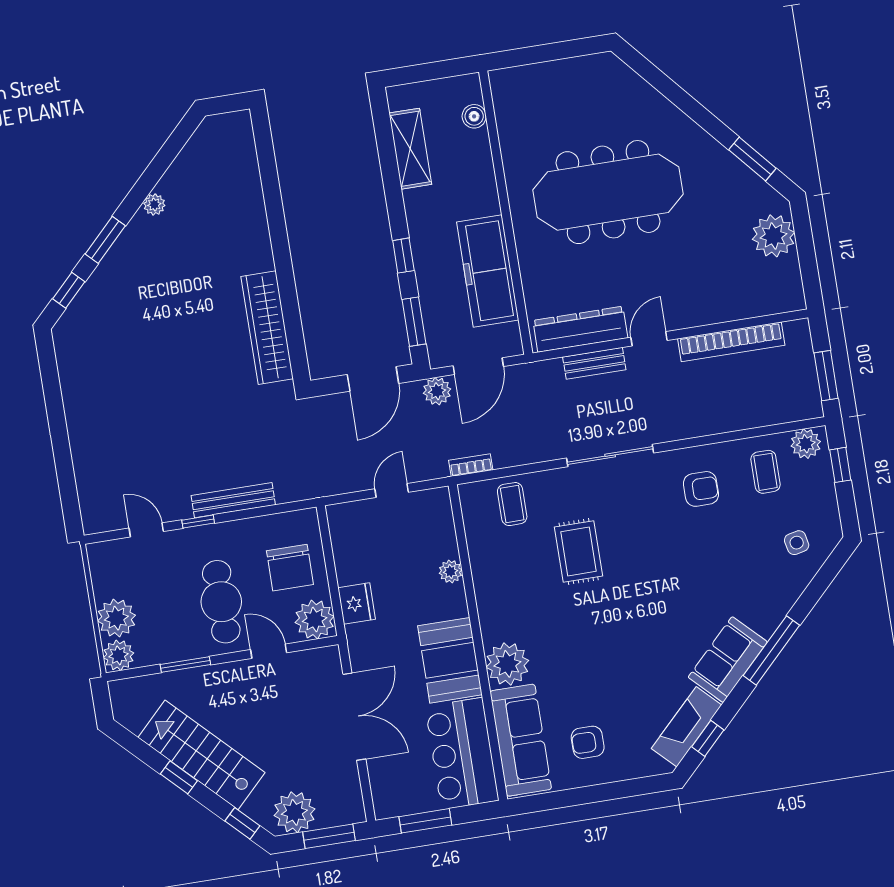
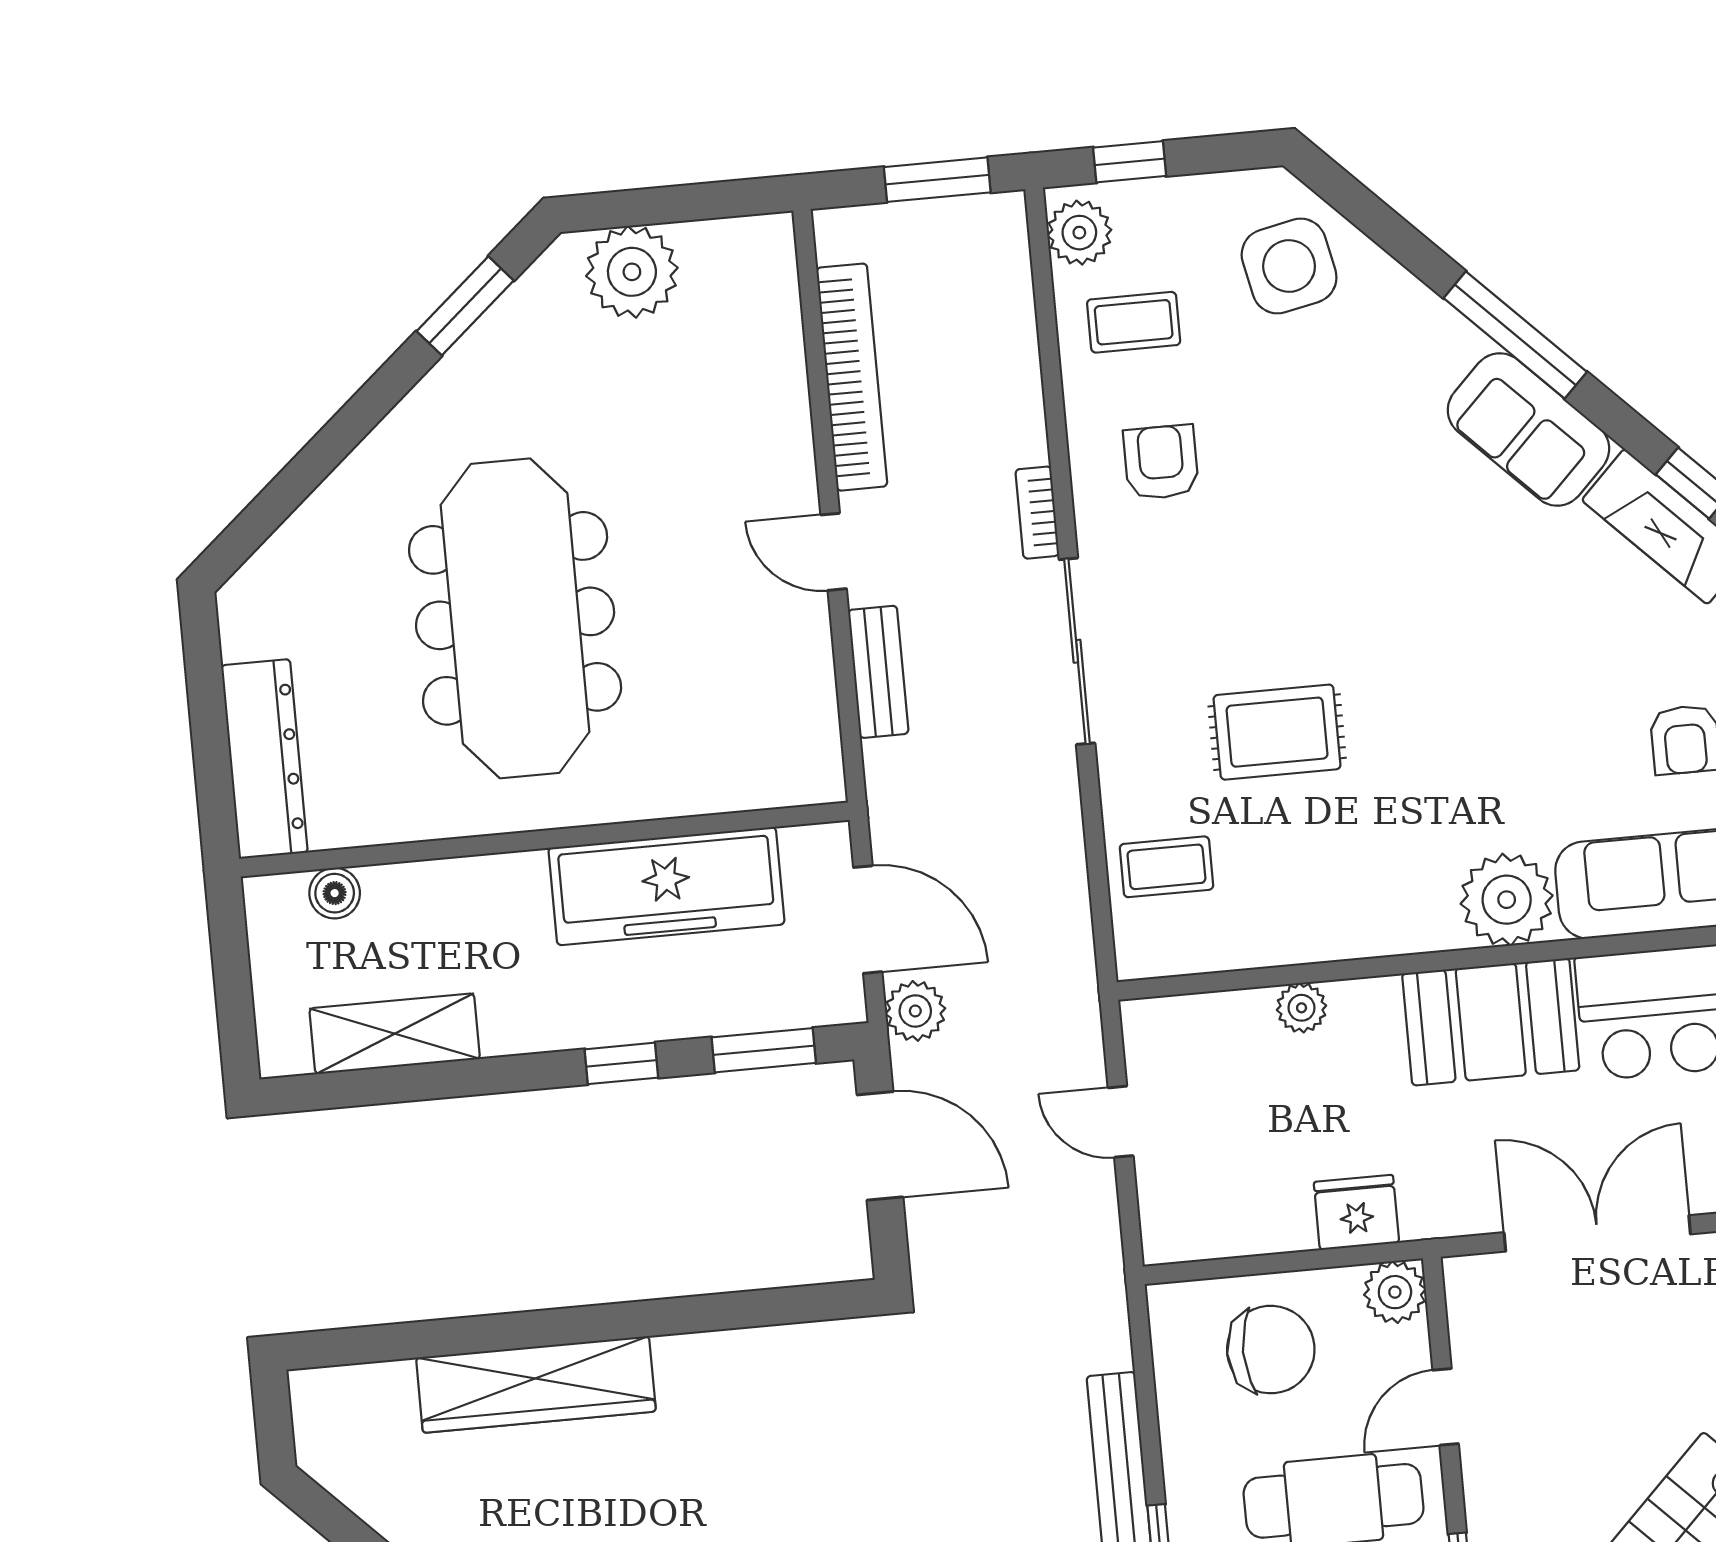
wardrobe: (267, 328) -> (536, 1384), moved
dresser: (580, 329) -> (264, 759), moved, turned 180
bookcase: (471, 465) -> (1037, 513), moved
side table: (797, 543) -> (1289, 266), width x1.87, depth x1.87
plant: (315, 620) -> (1395, 1292), width x0.73, depth x0.73

